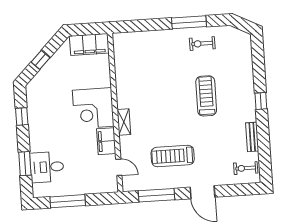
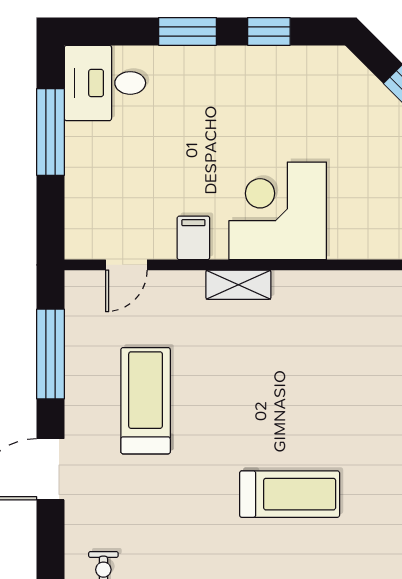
filing cabinet: (106, 141) -> (193, 238), width x0.50
window: (25, 164) -> (188, 31), moved
desk: (47, 167) -> (105, 83), moved, turned -90

